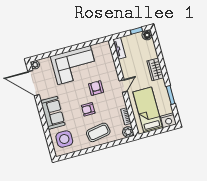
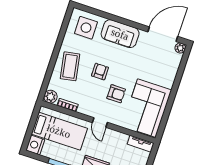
corner sofa: (74, 65) -> (147, 108), moved

